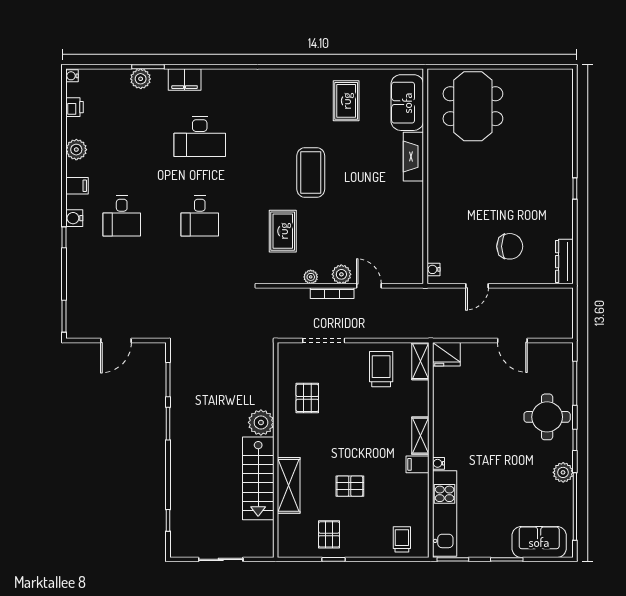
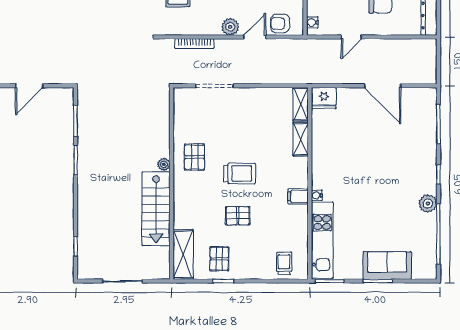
armchair: (397, 271) -> (280, 23), added
plant: (311, 277) -> (203, 29), removed
door: (369, 286) -> (255, 37), hinge flipped
bookcase: (332, 293) -> (194, 44), moved
door: (512, 340) -> (383, 86), width x1.36
trolley: (381, 369) -> (240, 173), moved, turned 90
pallet: (307, 398) -> (194, 157), moved
round table: (547, 417) -> (414, 154), removed
plant: (261, 422) -> (164, 164), width x0.53, depth x0.53
shelving: (420, 436) -> (301, 139), moved
shelving: (289, 485) -> (183, 254), moved
sofa: (539, 542) -> (387, 266), moved

